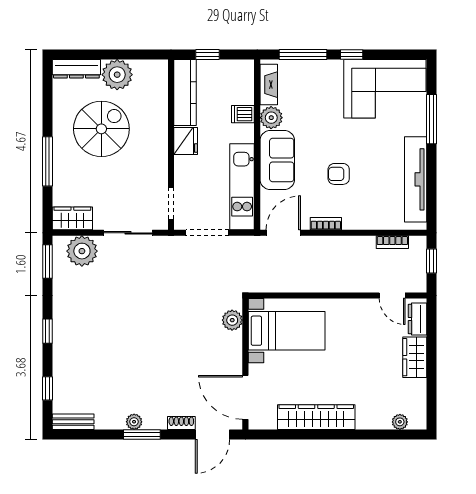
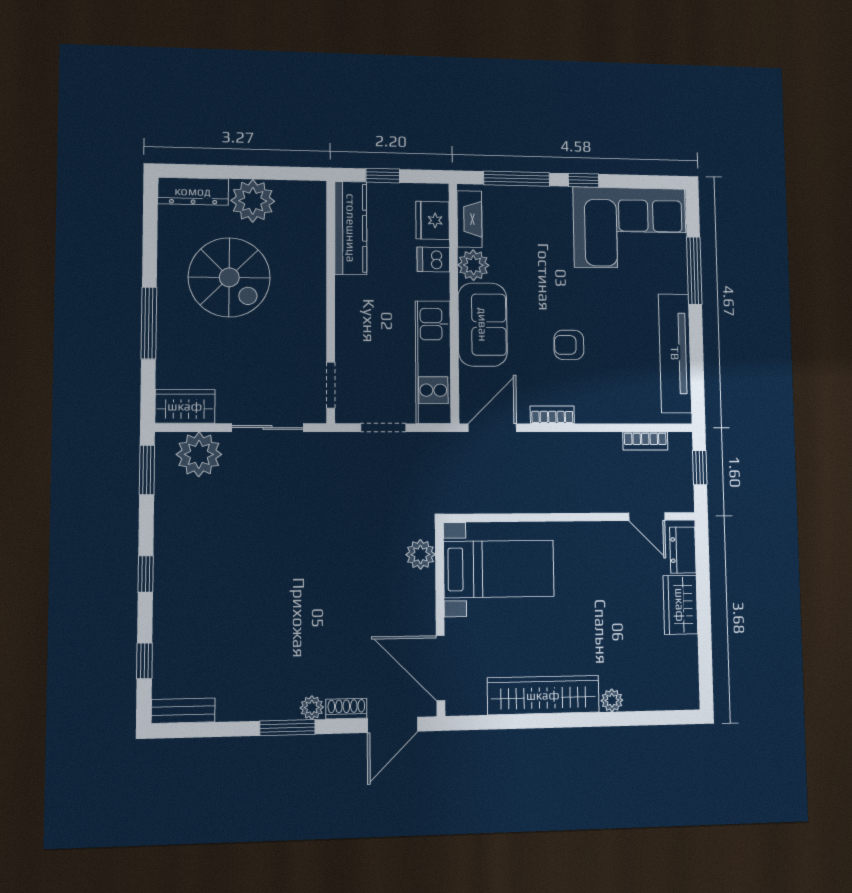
spiral stairs: (101, 129) -> (229, 277), turned 90
fridge: (186, 141) -> (432, 220), moved, turned 180
doorway: (207, 233) -> (383, 428), width x0.73
plant: (134, 422) -> (312, 708), moved
plant: (400, 422) -> (612, 700), moved

